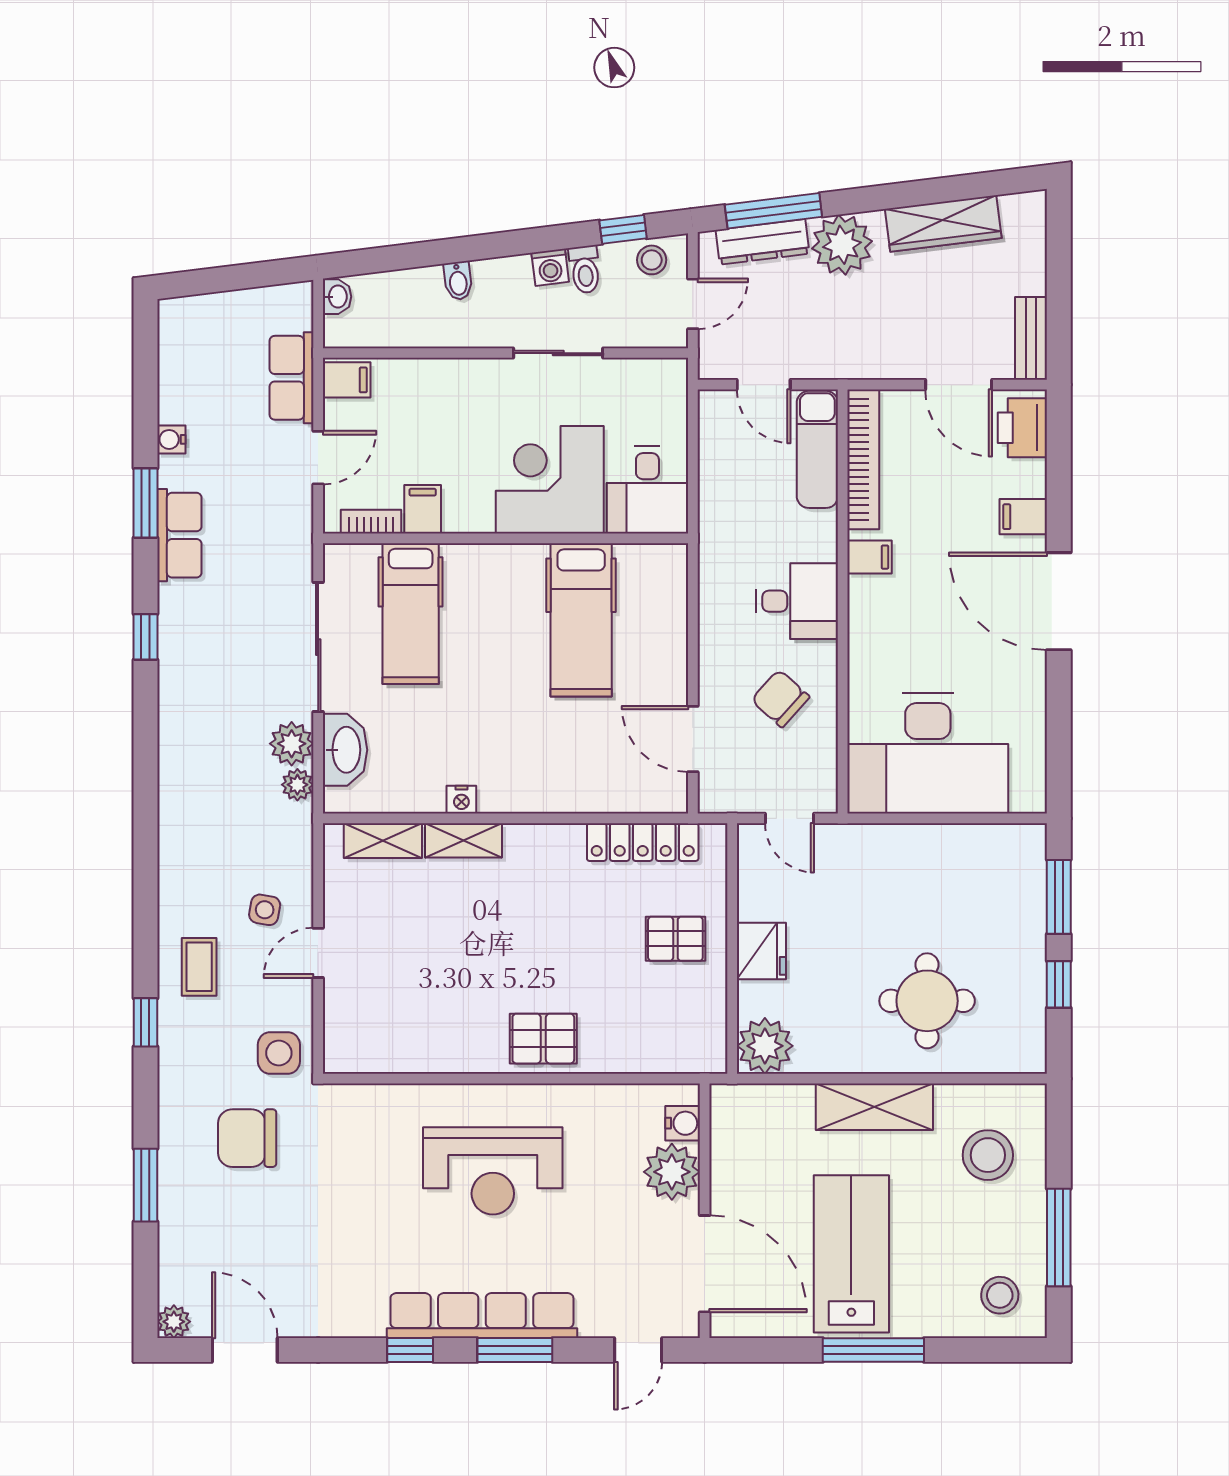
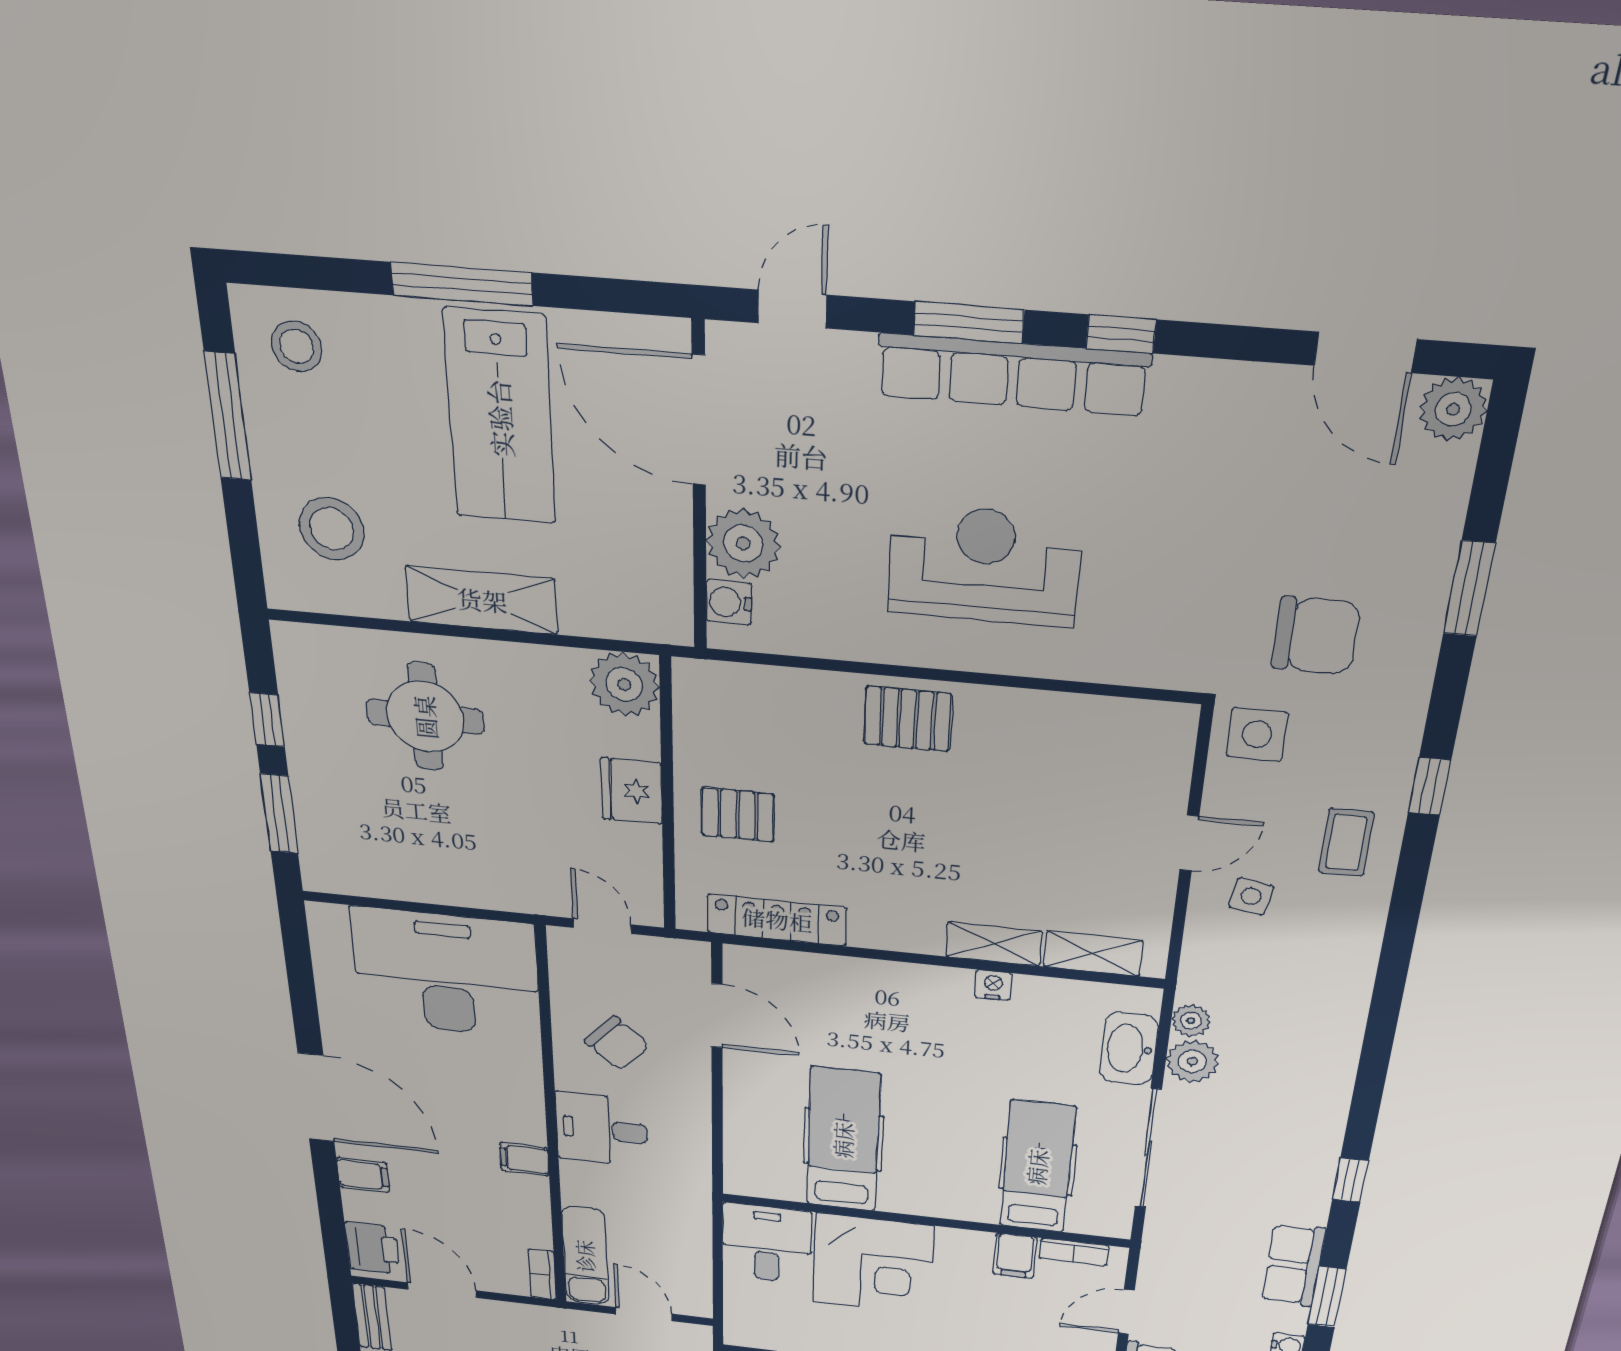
bookcase: (863, 459) -> (542, 1274), width x0.43, depth x0.76
plant: (174, 1322) -> (1453, 409), width x1.38, depth x1.38

